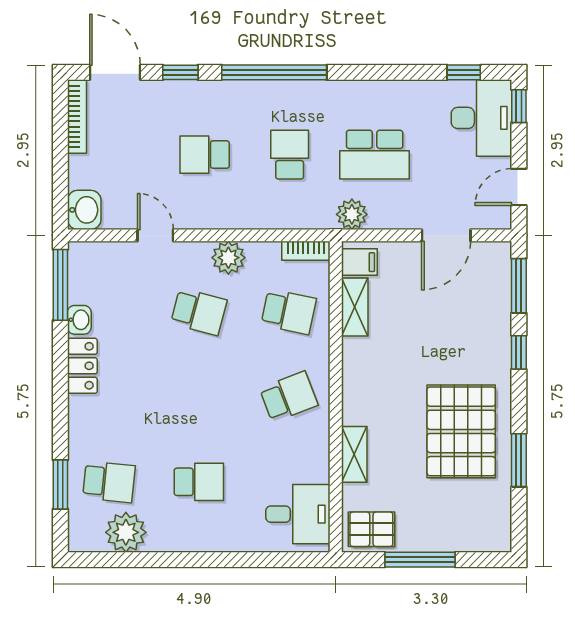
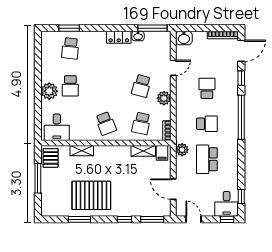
desk: (482, 118) -> (227, 204), width x0.73
plant: (126, 532) -> (49, 91), moved

